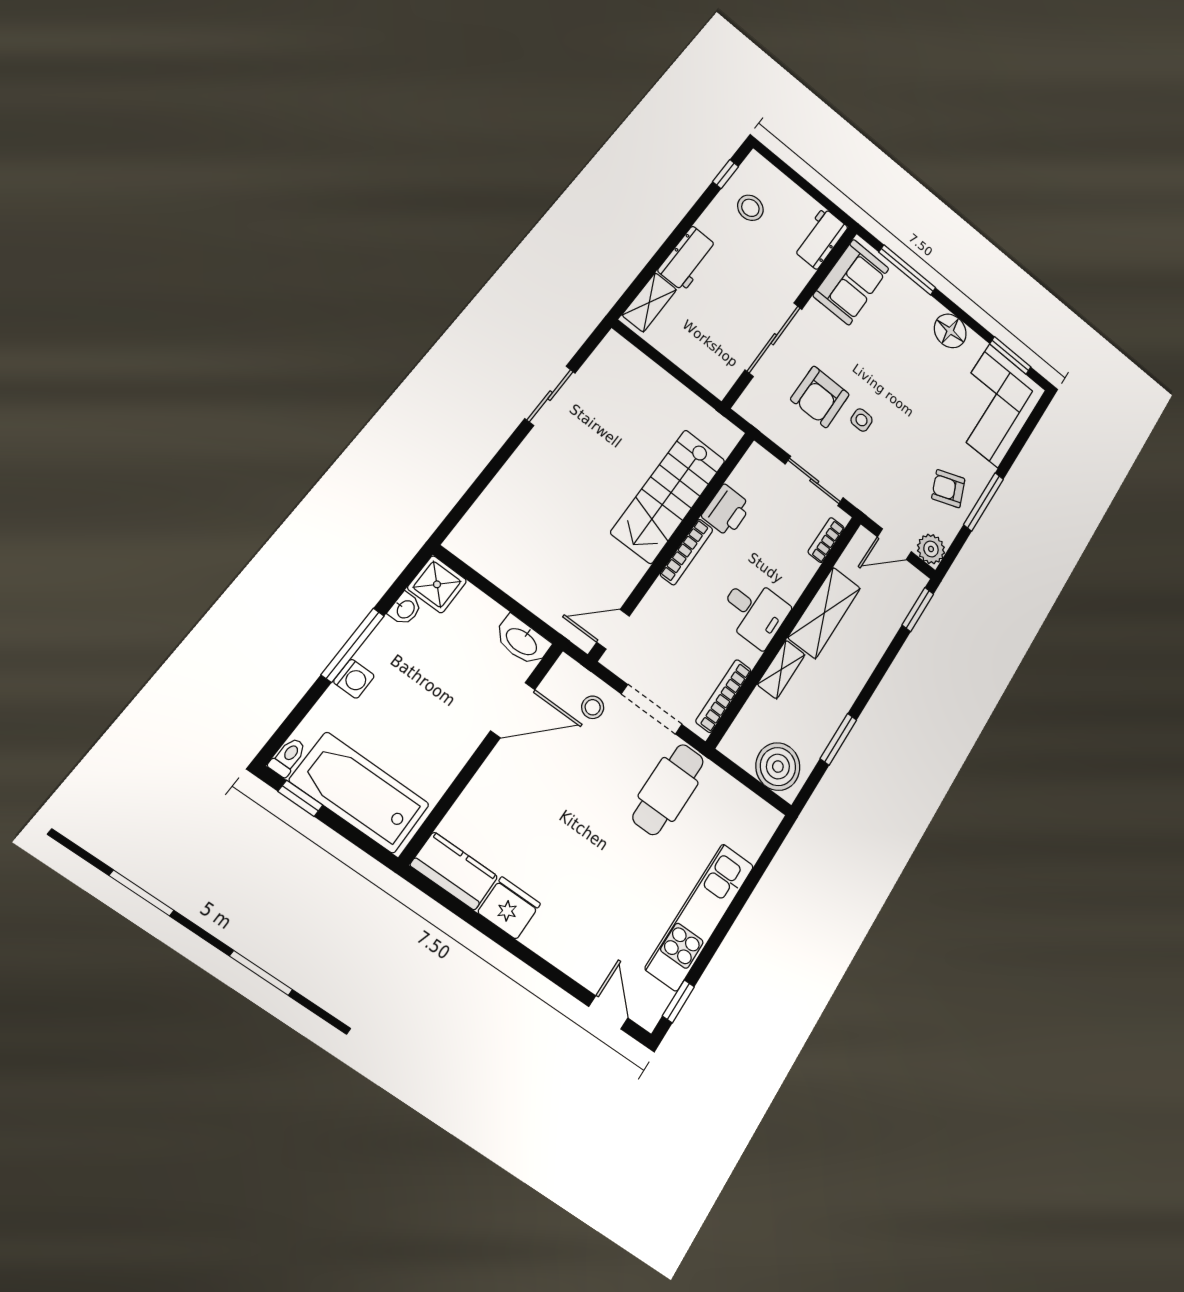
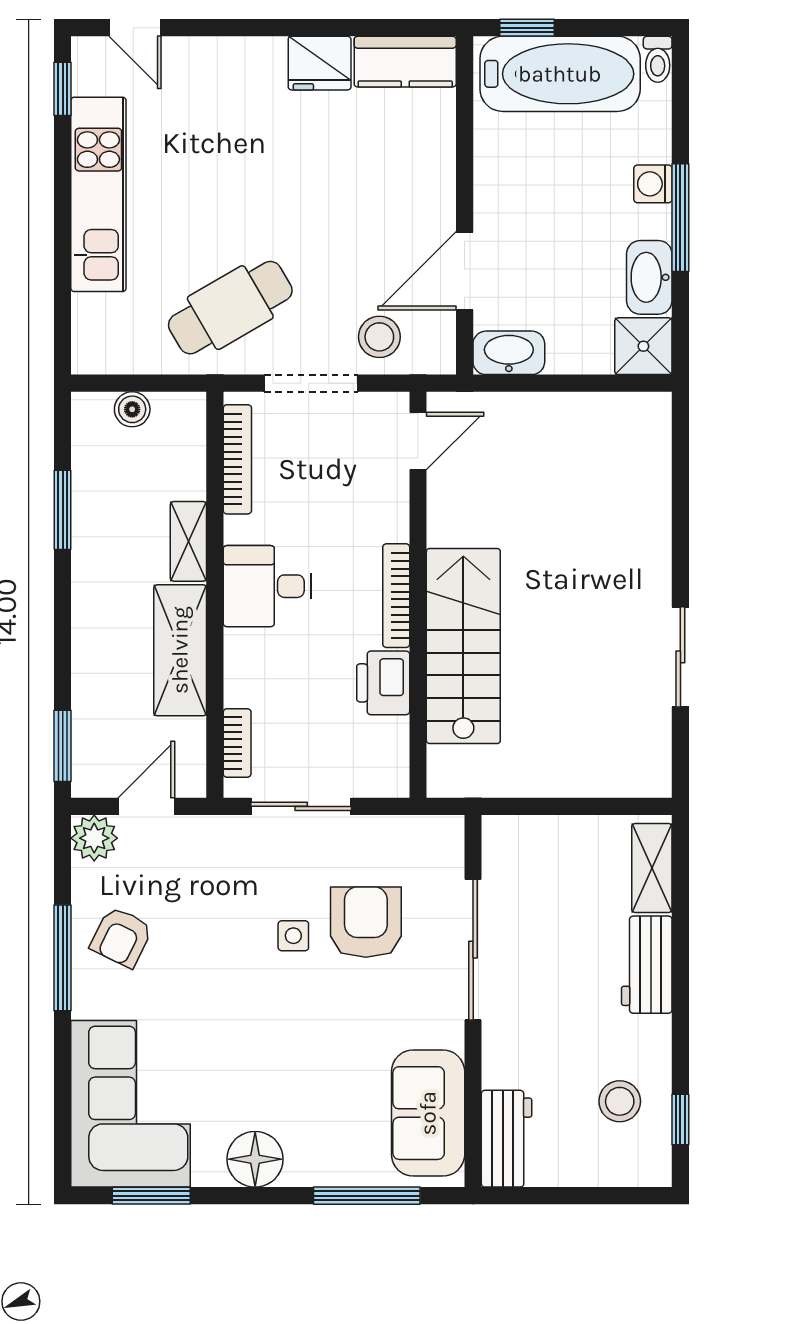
armchair: (948, 489) -> (121, 937), turned 137
washbasin: (405, 609) -> (649, 277), width x1.91, depth x1.45
stool: (593, 707) -> (379, 337), width x1.37, depth x1.37
boiler: (778, 767) -> (132, 409), width x0.54, depth x0.54
cafe table: (668, 789) -> (230, 308), turned 60
window: (300, 798) -> (527, 28), moved

